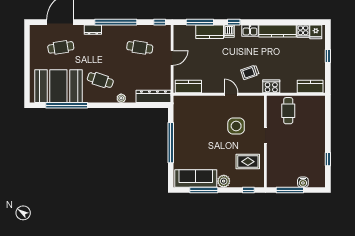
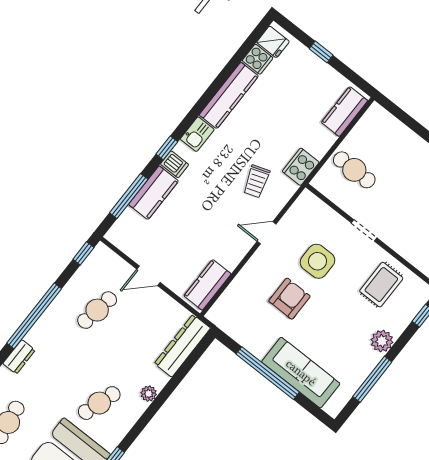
door: (172, 58) -> (148, 276), swing flipped
armchair: (210, 127) -> (289, 299), added
sofa: (196, 178) -> (301, 373), moved, turned 90

